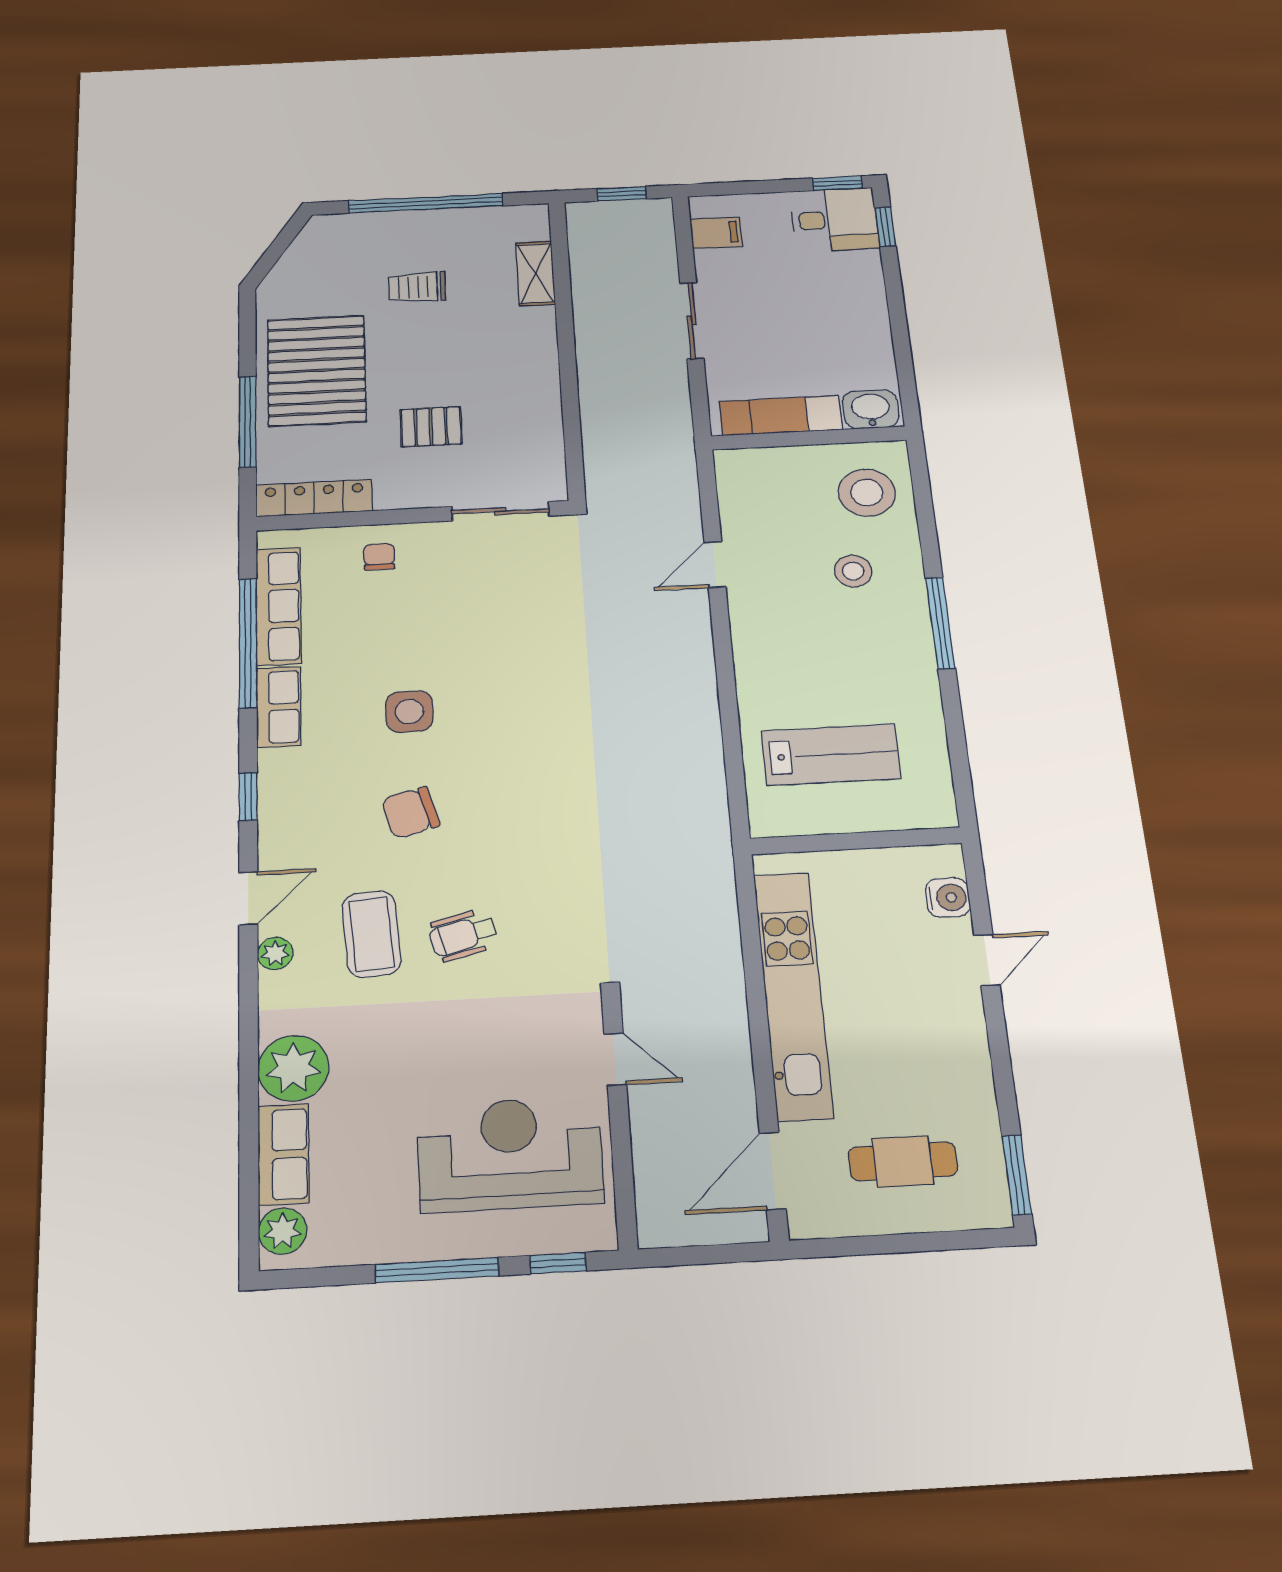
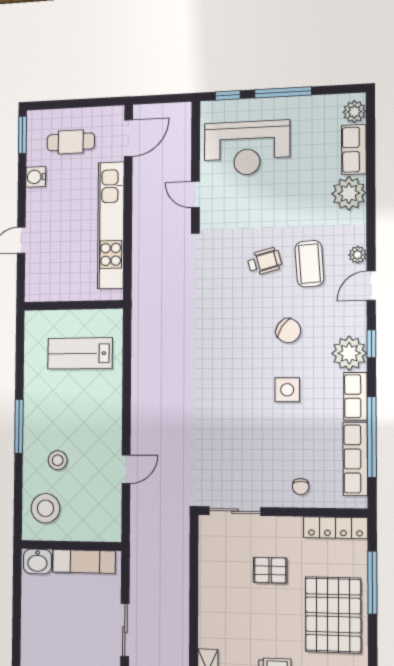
plant: (291, 779) -> (349, 353), added
chair: (410, 812) -> (288, 331), turned 49
water cooler: (948, 898) -> (36, 177), moved

